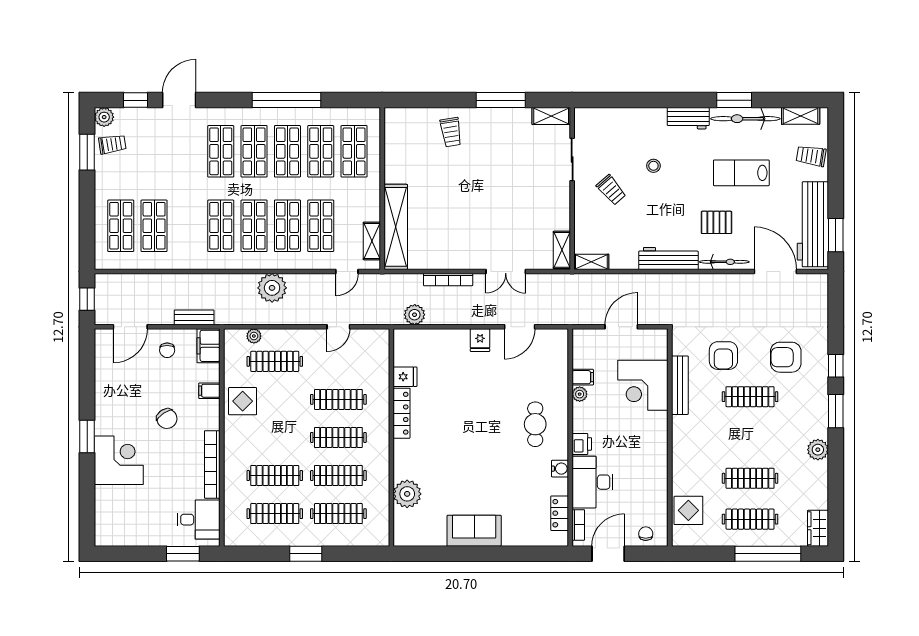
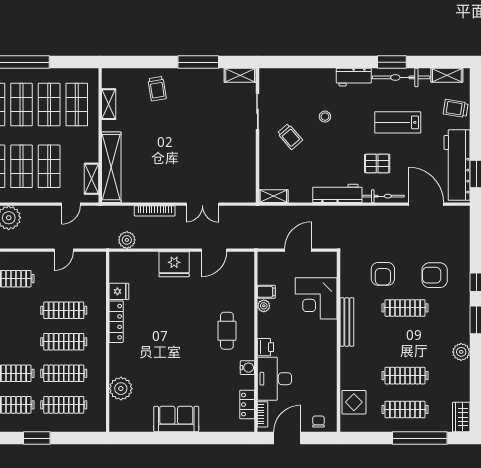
shelving: (562, 250) -> (109, 104), moved
fridge: (480, 340) -> (174, 264), width x1.88, depth x1.34
bench: (680, 385) -> (347, 322), moved

